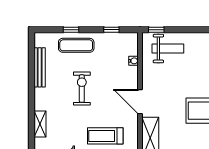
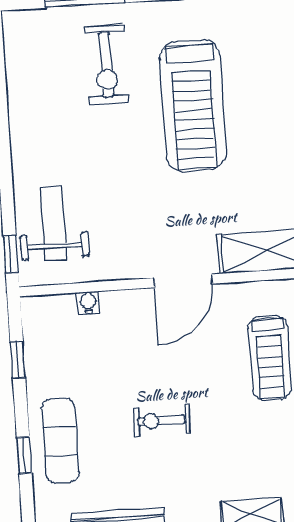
exercise bike: (82, 89) -> (161, 421), width x0.73, depth x0.72

